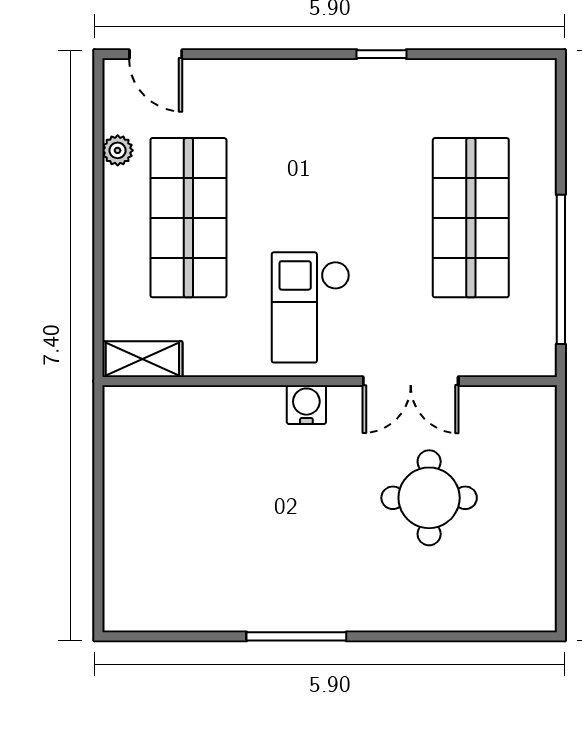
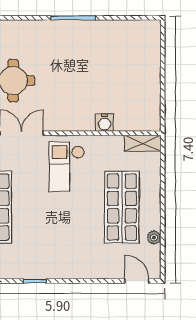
checkout: (311, 307) -> (67, 167), turned 180
water cooler: (306, 405) -> (104, 123), moved

